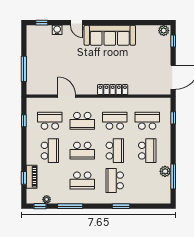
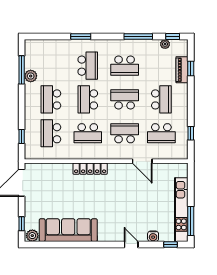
sofa: (110, 35) -> (68, 230), moved
kitchen unit: (32, 53) -> (181, 210), added
window: (24, 69) -> (191, 221), moved
school desk: (147, 121) -> (51, 133), turned 90
school desk: (50, 151) -> (161, 99), turned 180
school desk: (82, 180) -> (125, 66), turned 180

